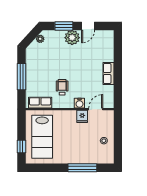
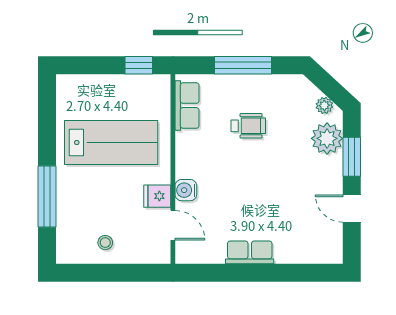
plant: (72, 38) -> (327, 138), moved
wheelchair: (62, 87) -> (248, 126), moved
lab bench: (42, 137) -> (111, 143), moved, turned 180
window: (21, 146) -> (139, 65), moved

